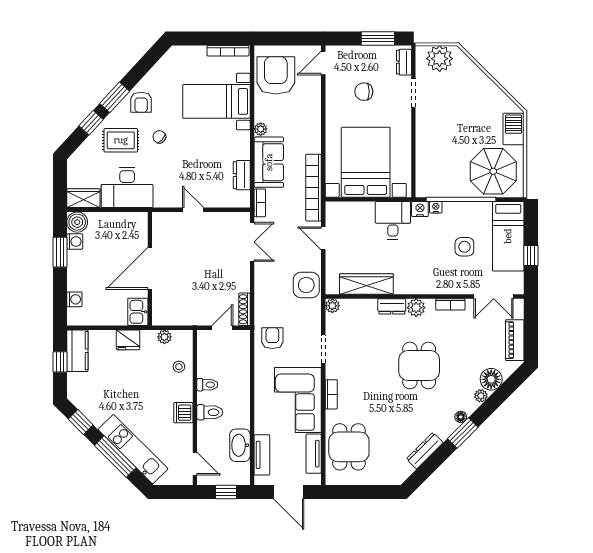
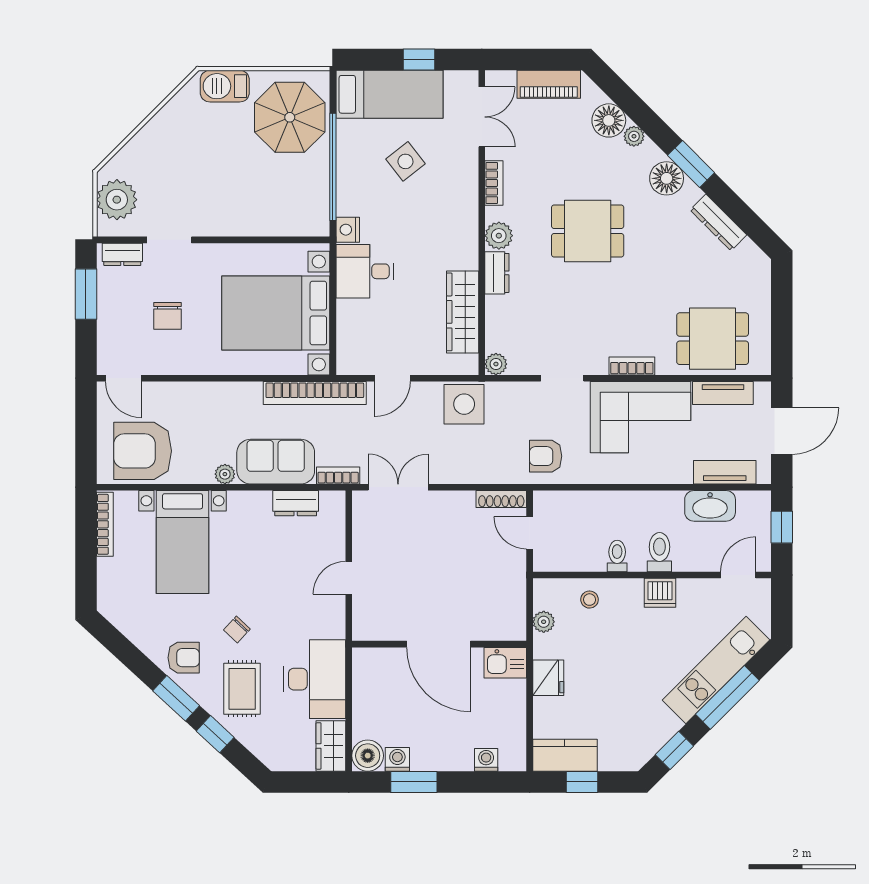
nightstand: (436, 207) -> (345, 205), removed
side table: (464, 247) -> (405, 161), turned -38
floor lamp: (461, 417) -> (667, 178), width x1.89, depth x1.89

